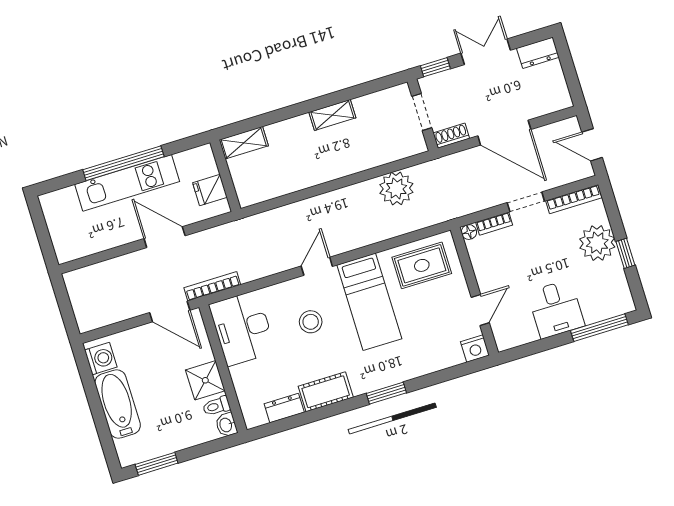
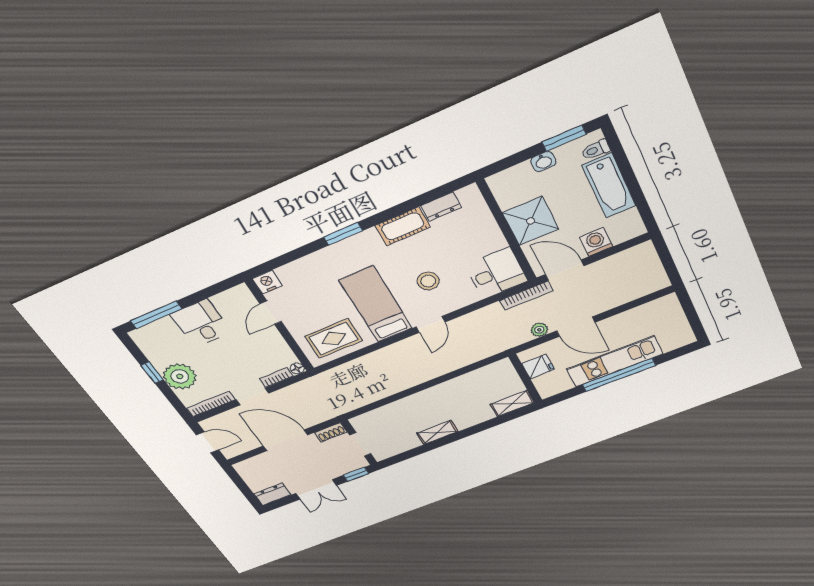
plant: (396, 189) -> (539, 330), moved, width x0.53, depth x0.53
desk: (242, 328) -> (496, 273), width x0.73
washing machine: (101, 359) -> (596, 242), moved, turned 90
shower: (205, 380) -> (531, 221), width x1.36, depth x1.36
toilet: (216, 406) -> (596, 150), moved, turned 180
washbasin: (226, 425) -> (543, 162), moved, turned 90

